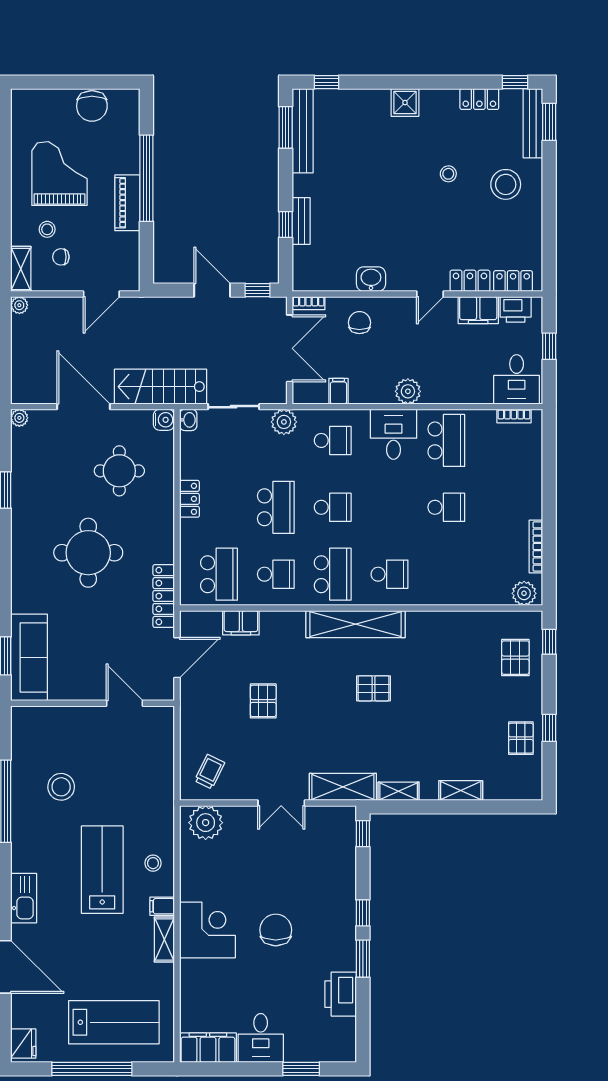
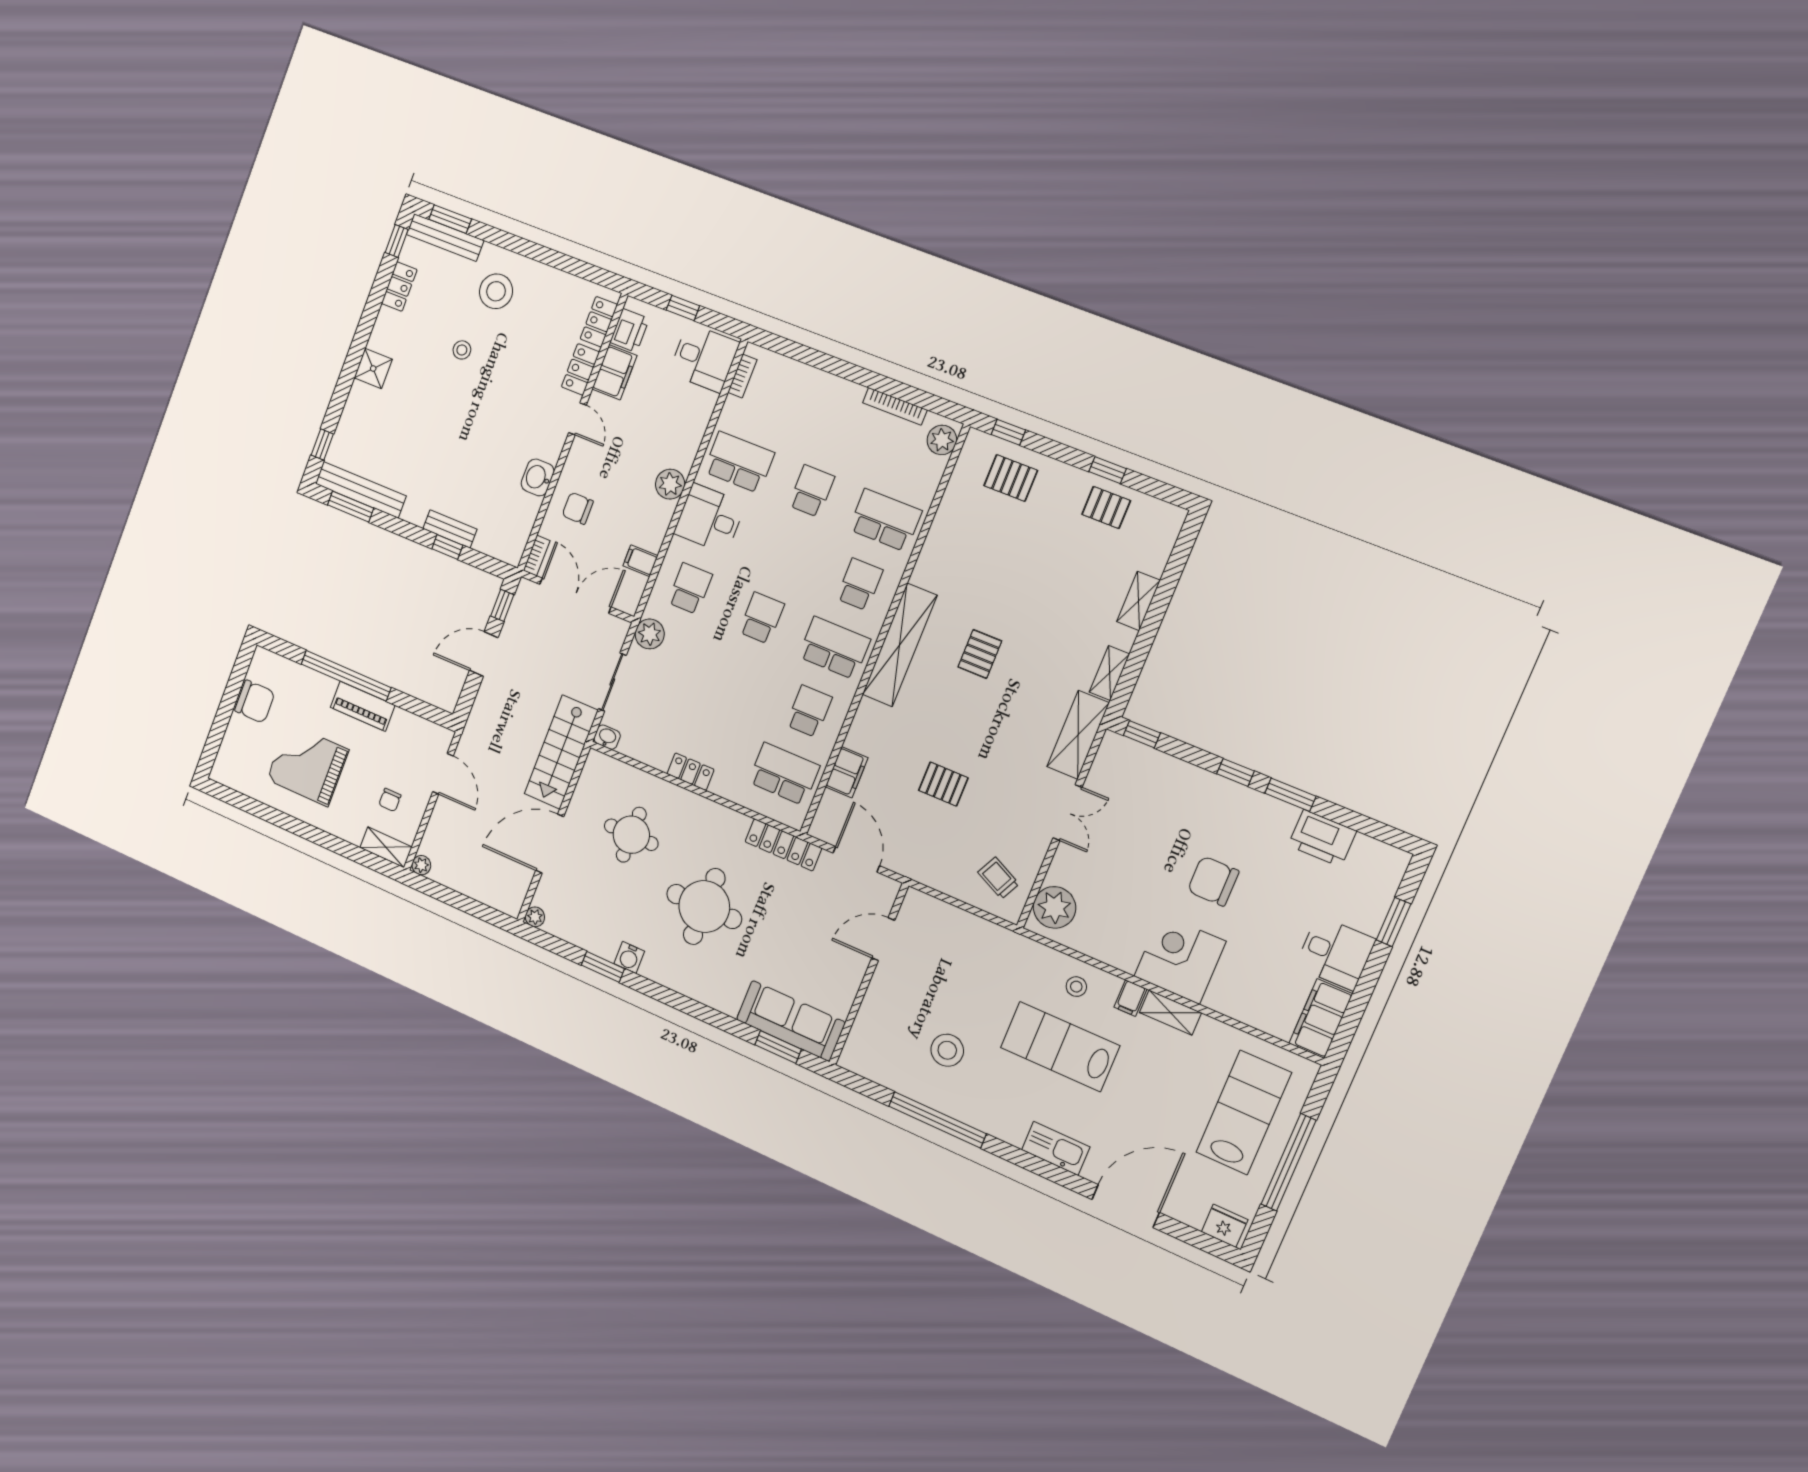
stool: (47, 229) -> (357, 802), removed
water cooler: (164, 420) -> (629, 957), moved, turned 180
school desk: (276, 507) -> (885, 520), moved

